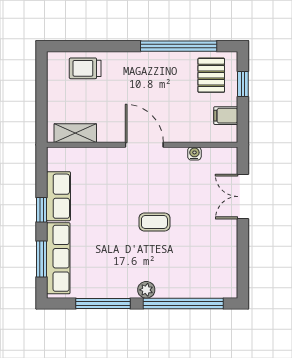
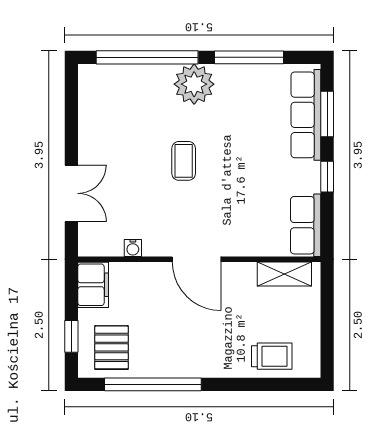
filing cabinet: (226, 116) -> (93, 285), width x2.00
row of seats: (59, 196) -> (306, 225), moved
coffee table: (154, 222) -> (184, 161), turned 90
plant: (146, 290) -> (194, 84), width x1.87, depth x1.87

